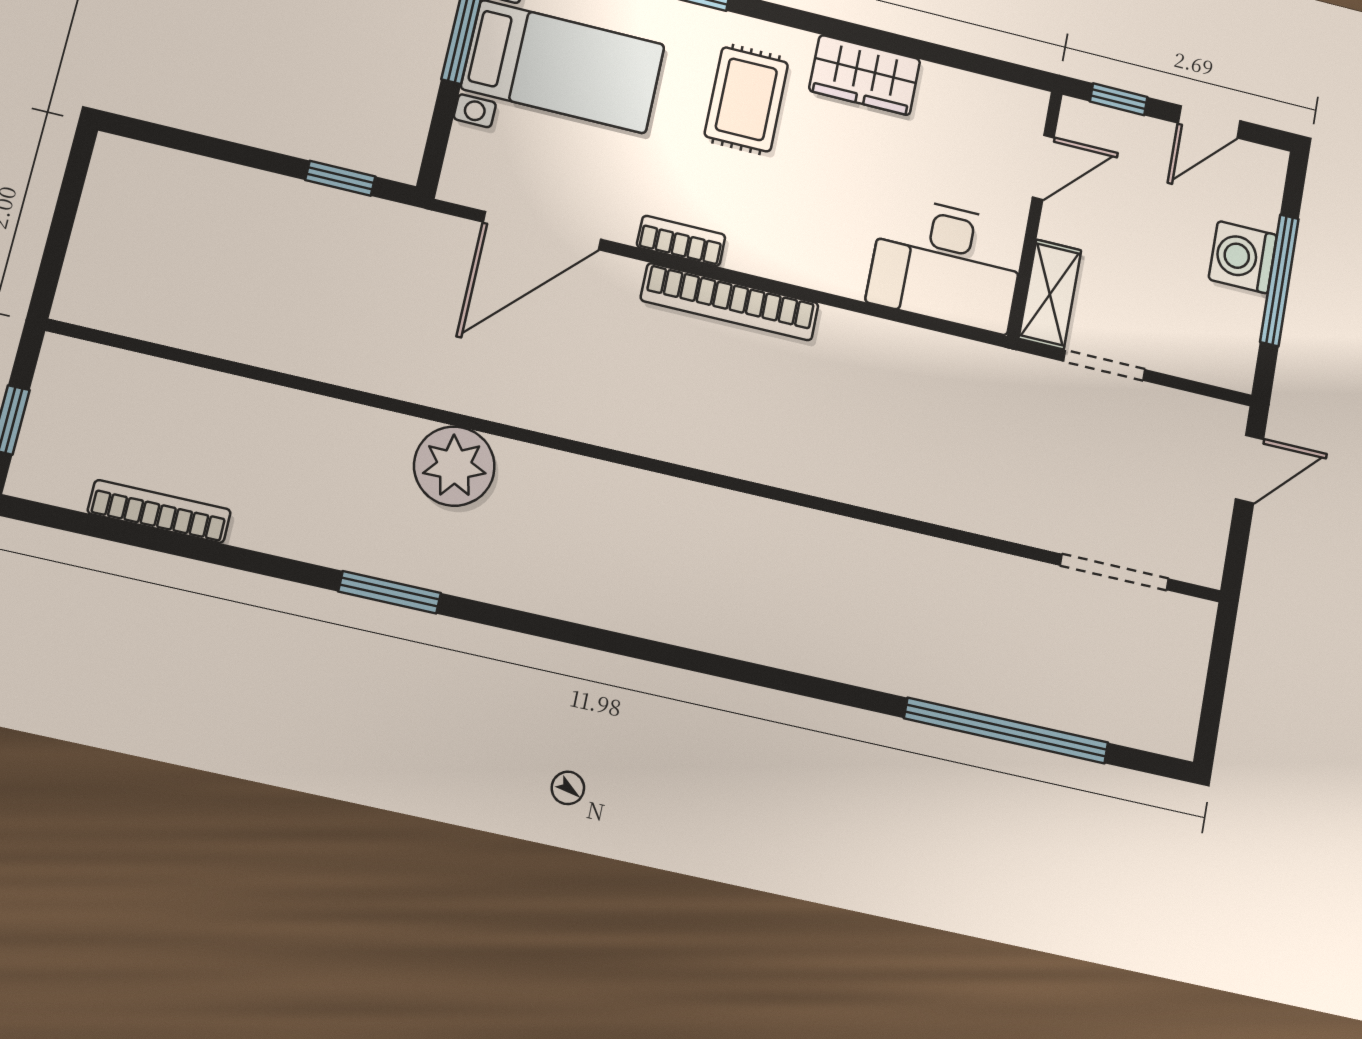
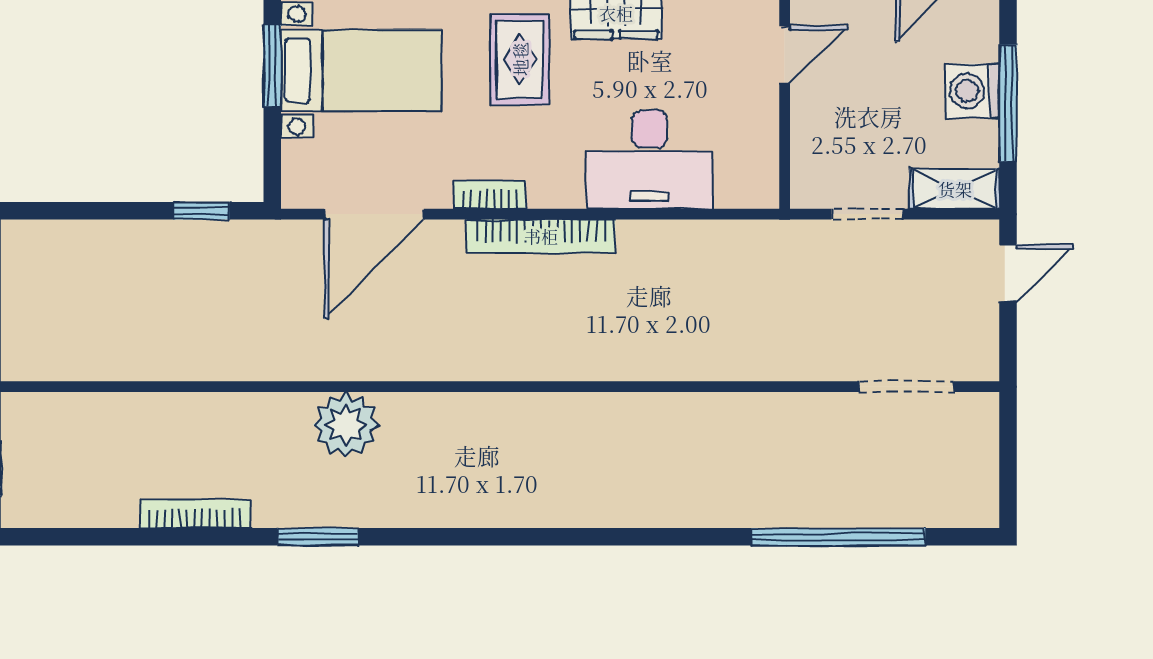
desk: (946, 264) -> (649, 160), moved
shelving: (1050, 294) -> (955, 189), moved, turned 90
bookcase: (159, 511) -> (195, 514), moved

